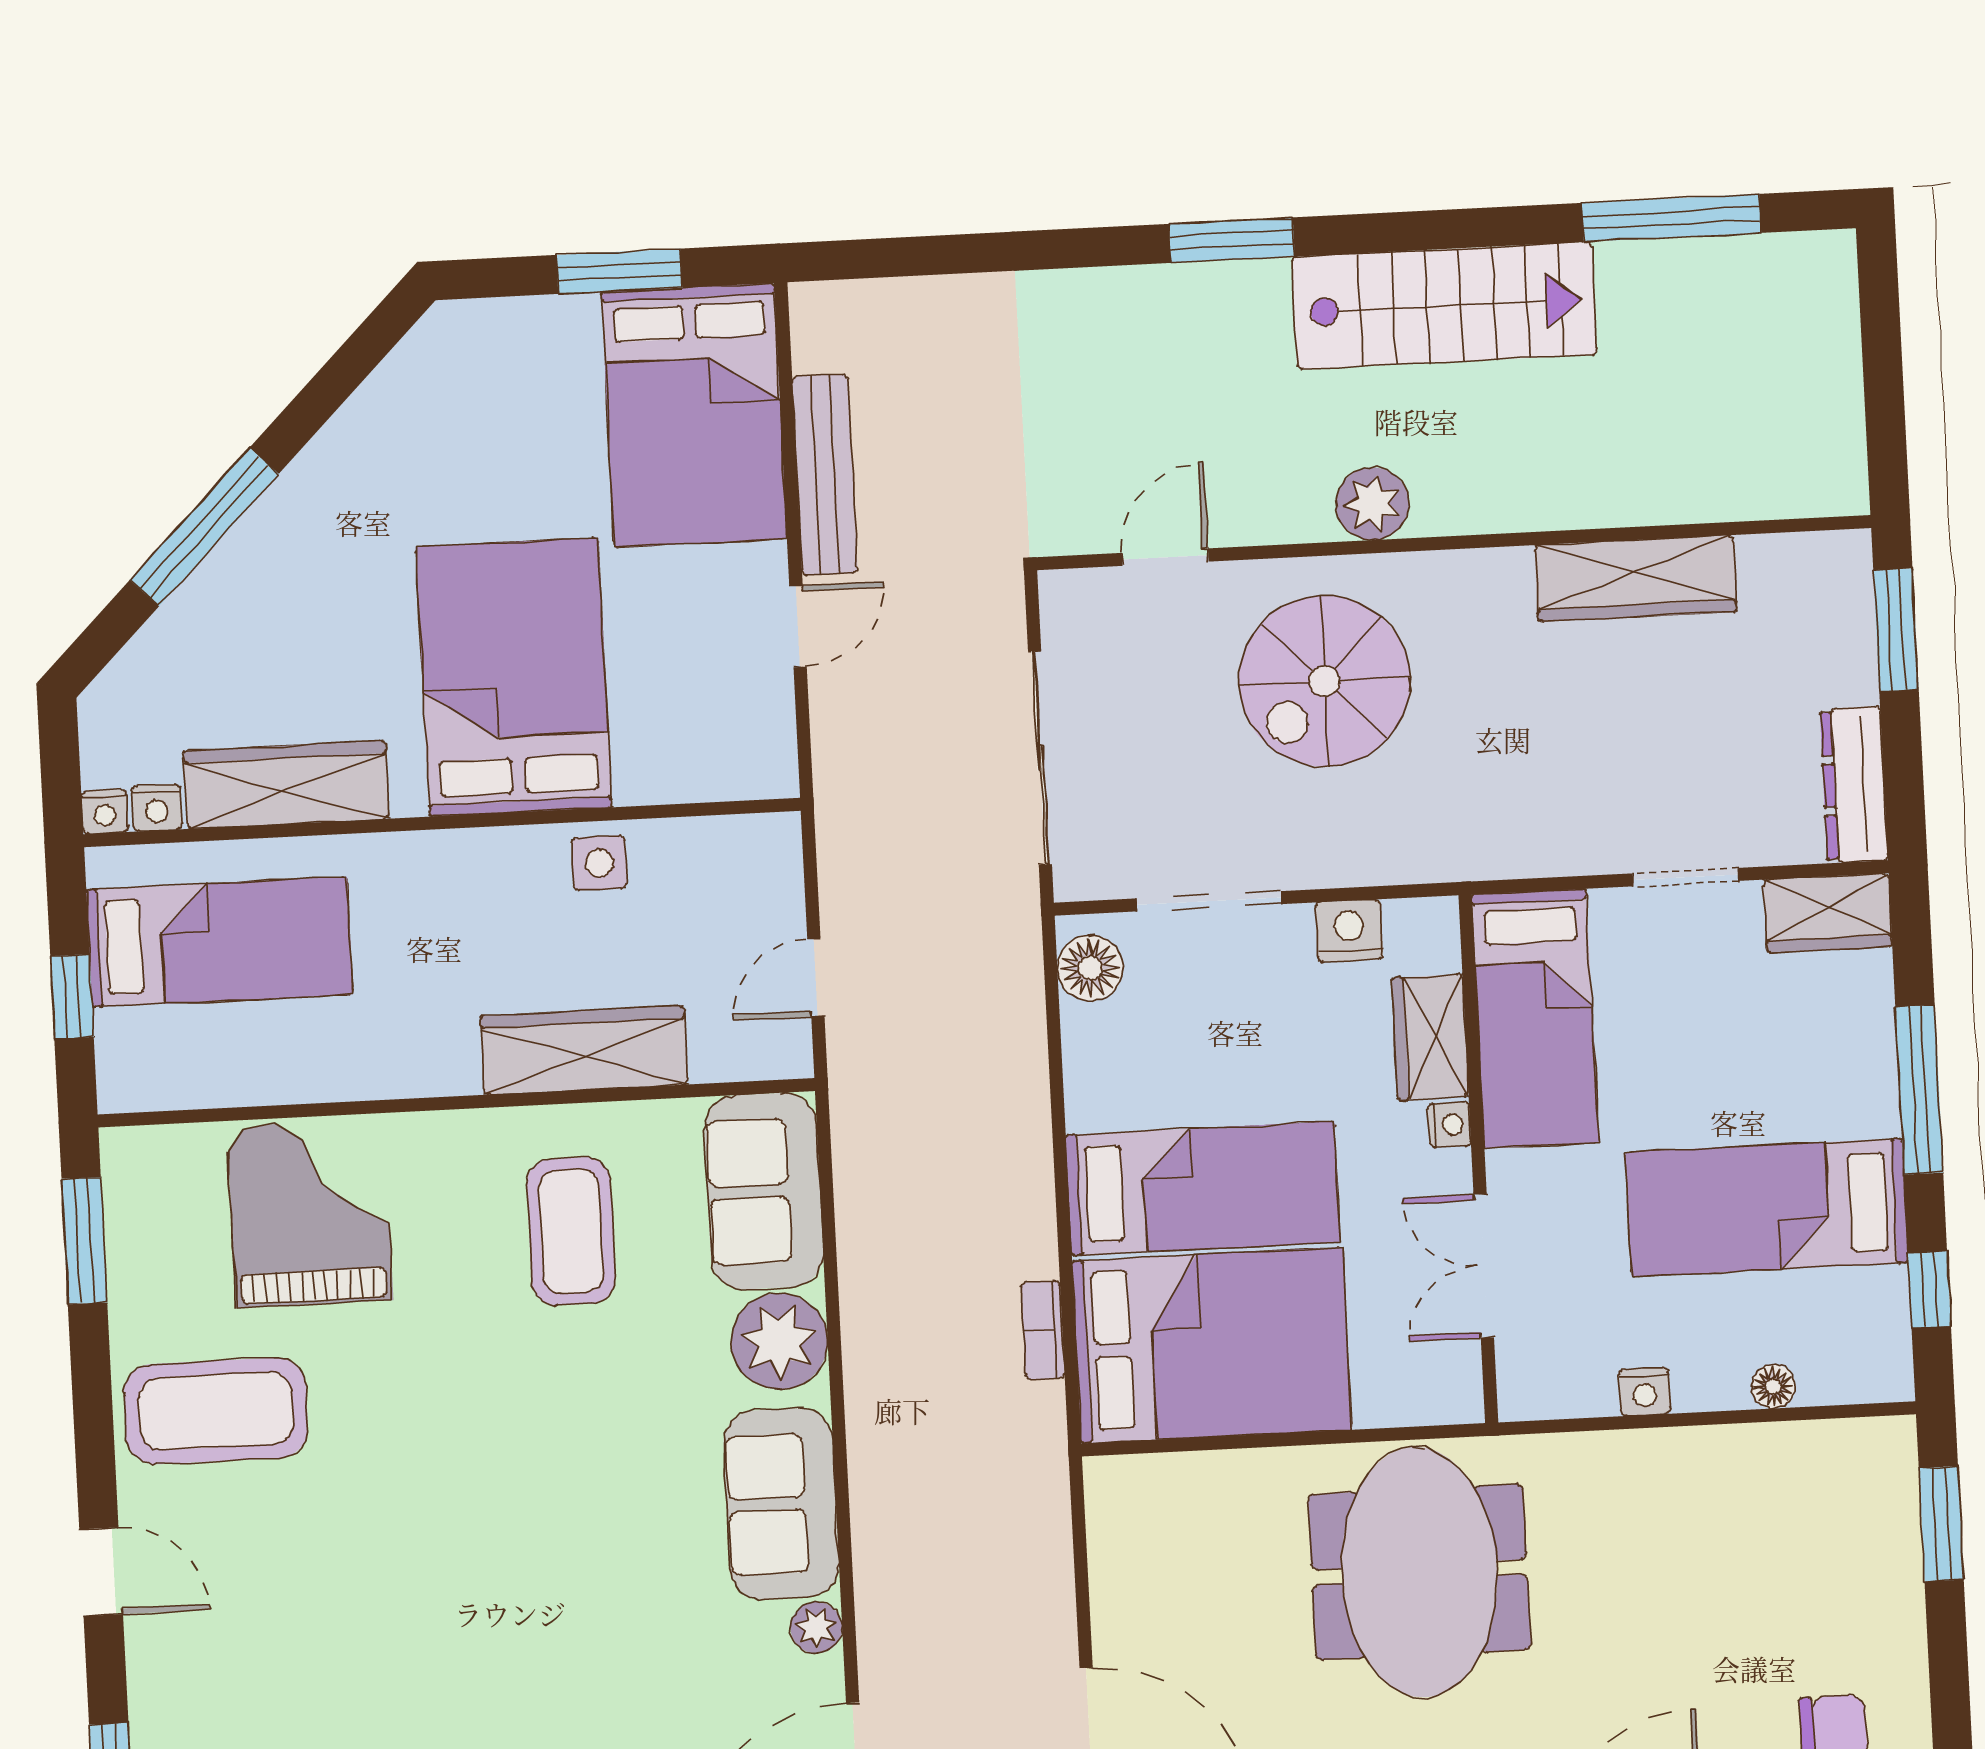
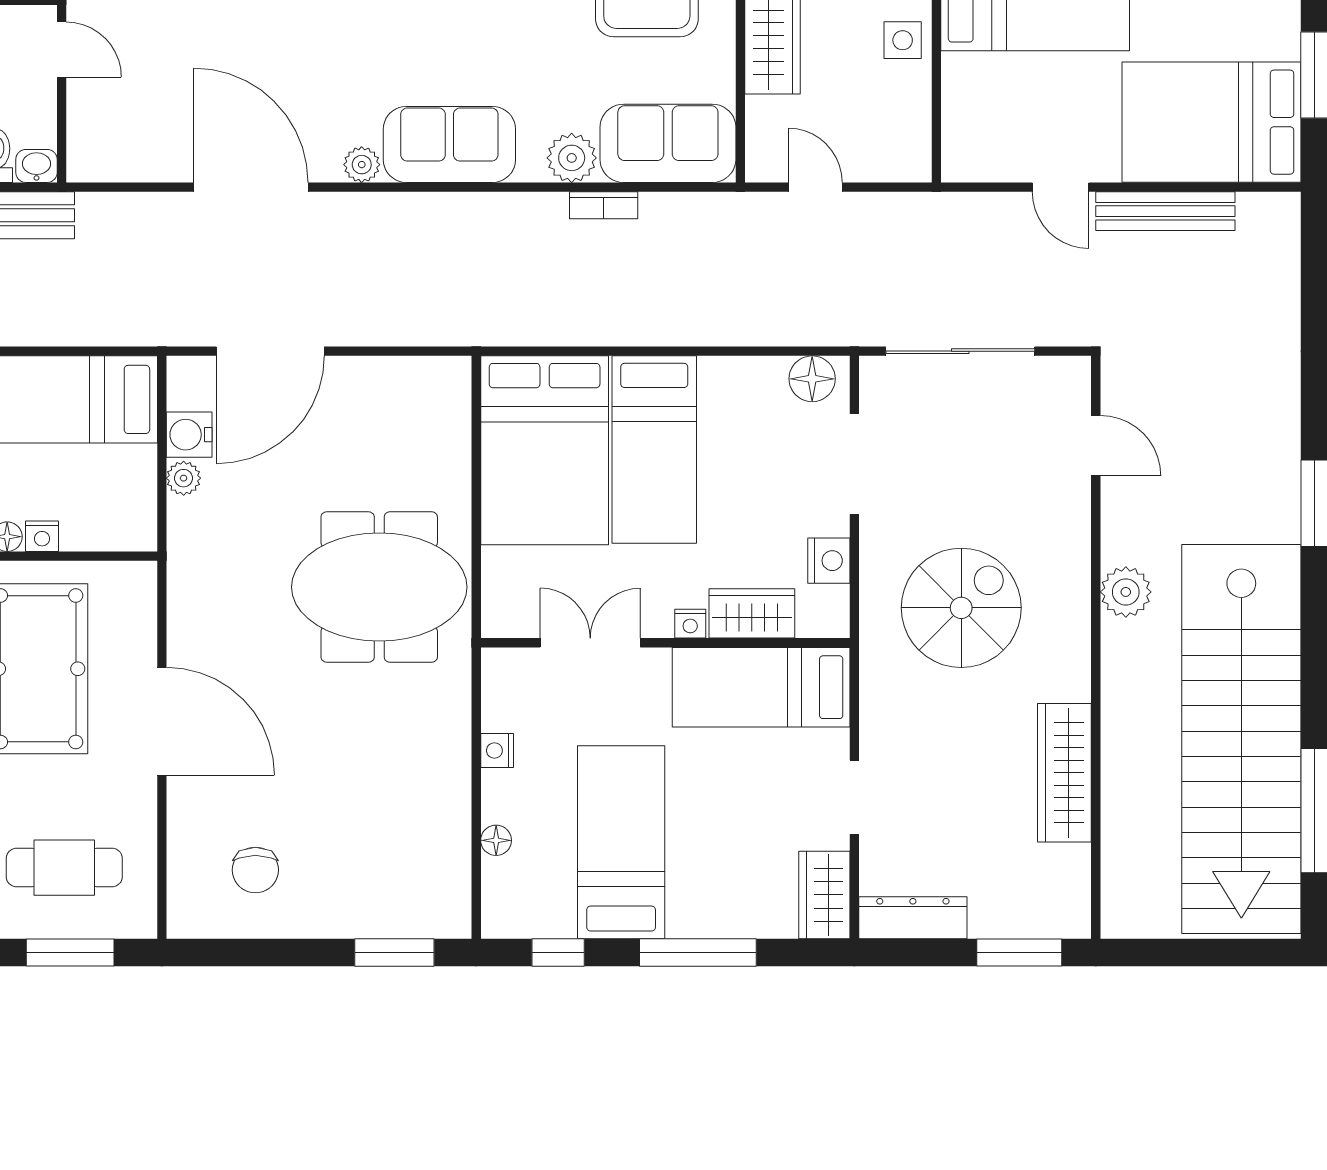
stairs: (1444, 306) -> (1241, 739), width x1.86, depth x1.51
spiral stairs: (1324, 681) -> (961, 608), moved, turned 90
bookcase: (1043, 1330) -> (604, 205), moved, turned 180
plant: (779, 1341) -> (572, 158), width x0.73, depth x0.73

